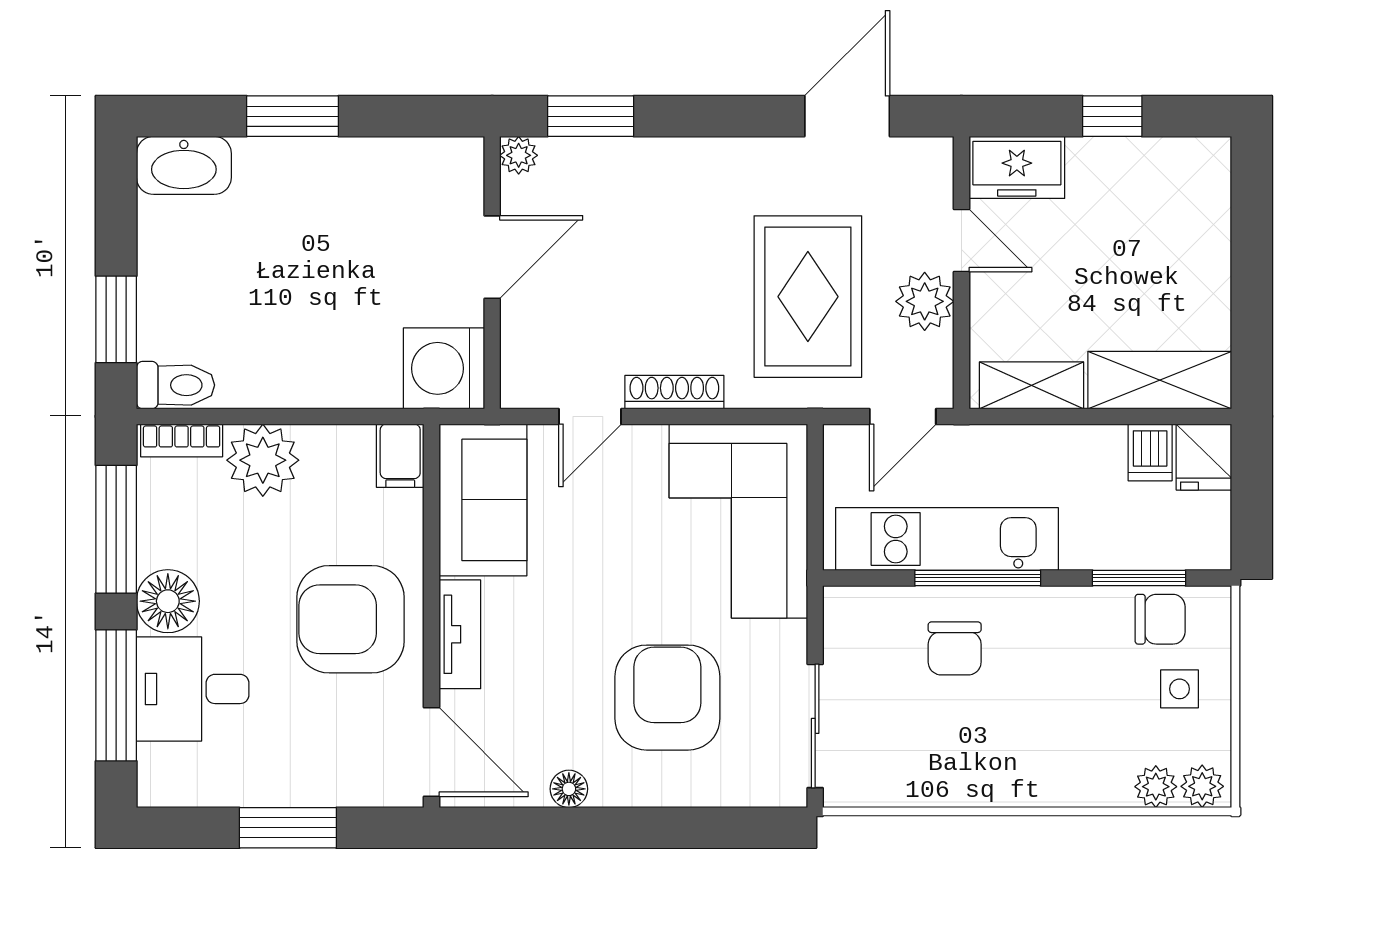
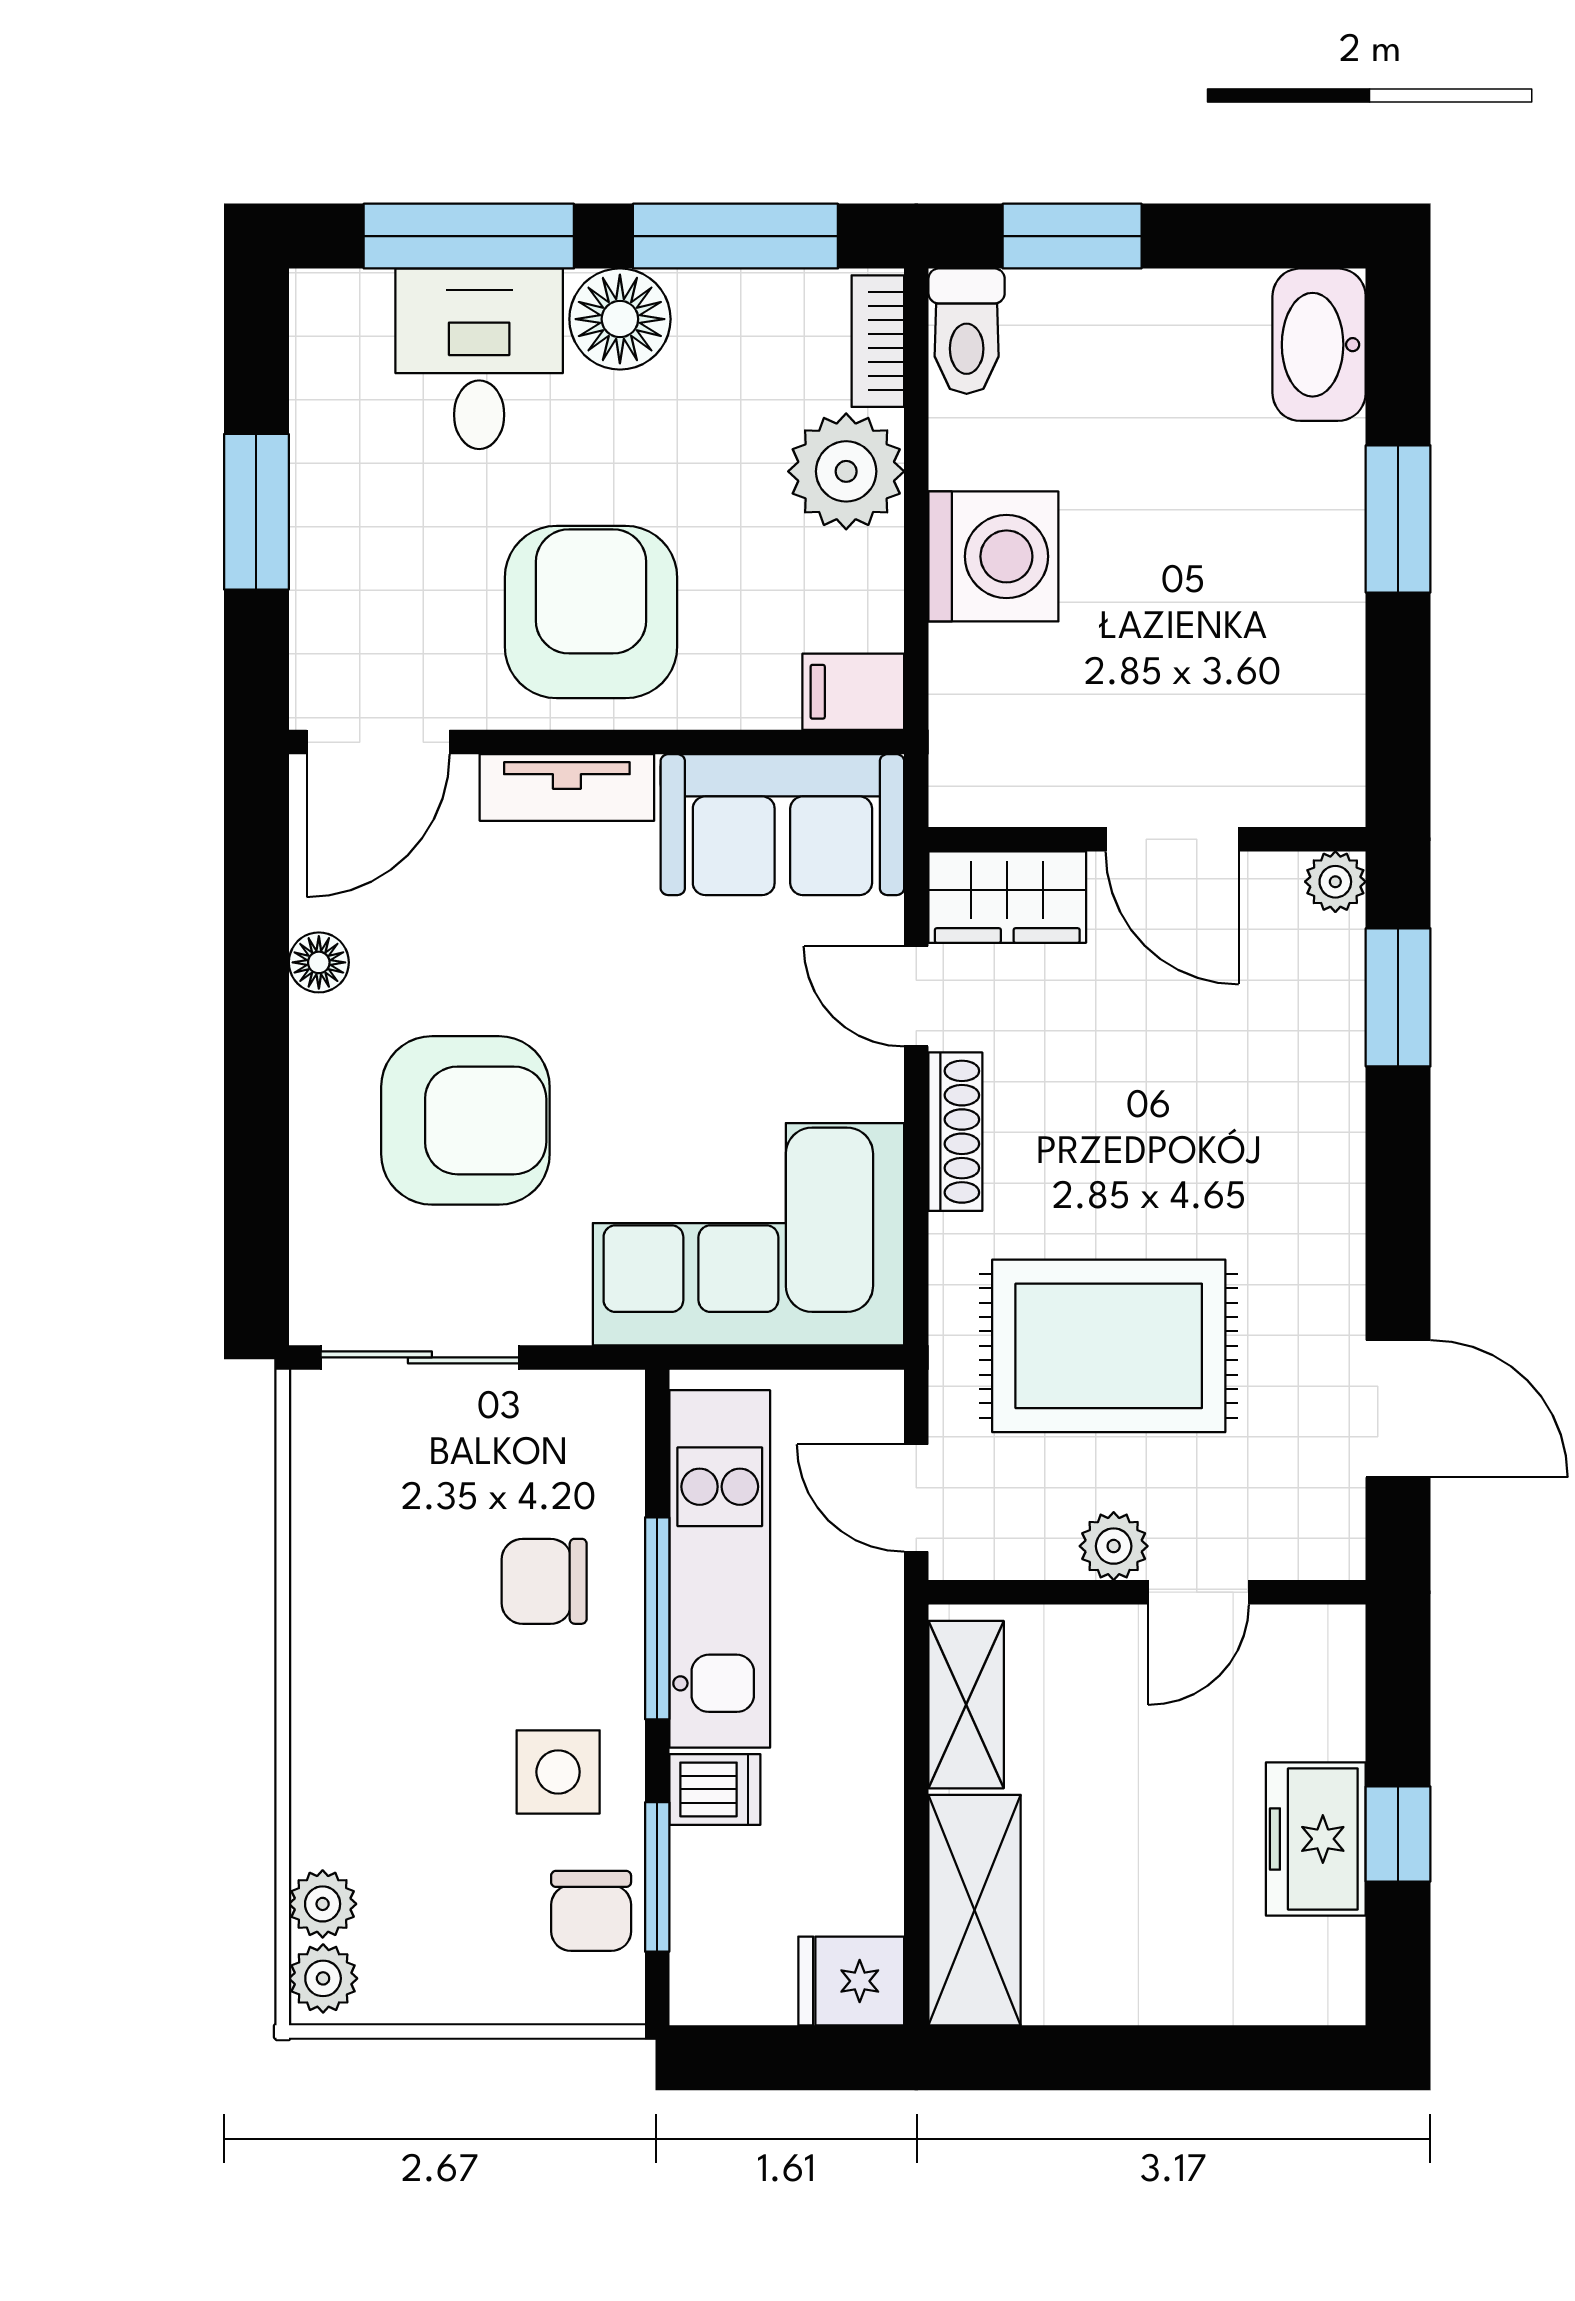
freezer: (1017, 167) -> (1316, 1839), moved
plant: (925, 301) -> (1114, 1546), width x0.73, depth x0.73
wardrobe: (528, 360) -> (1007, 897), added
washing machine: (444, 368) -> (993, 556), moved, turned 90
dishwasher: (1150, 452) -> (715, 1789), moved, turned 180
side table: (1180, 689) -> (558, 1772), moved, width x1.37, depth x1.37

